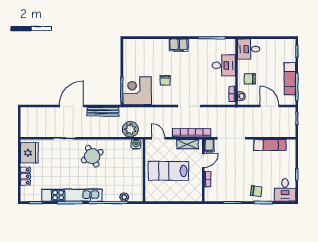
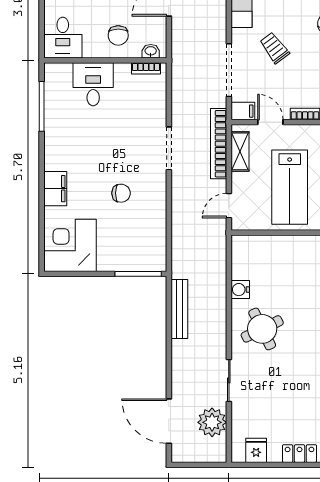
filing cabinet: (179, 45) -> (55, 189), moved
corner desk: (137, 91) -> (70, 245), moved, turned 90
door: (71, 106) -> (169, 421), moved
plant: (130, 129) -> (212, 422), moved
water cooler: (136, 144) -> (240, 290), moved
fridge: (29, 153) -> (256, 450), width x0.53, depth x0.75
trolley: (243, 163) -> (274, 48), added

